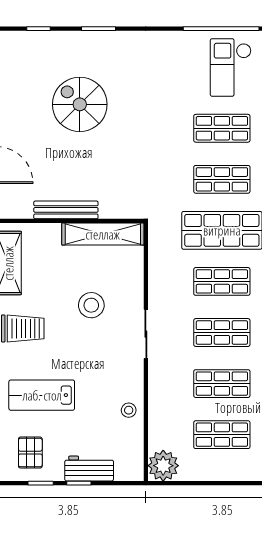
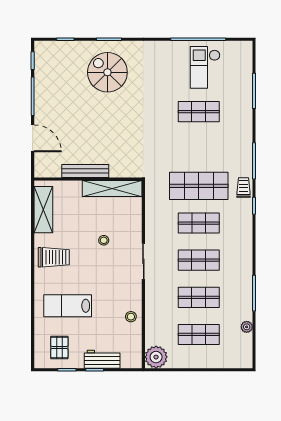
spiral stairs: (80, 104) -> (107, 72), moved
shop shelf: (222, 179) -> (199, 149), removed
stool: (91, 305) -> (104, 240), width x0.53, depth x0.53

